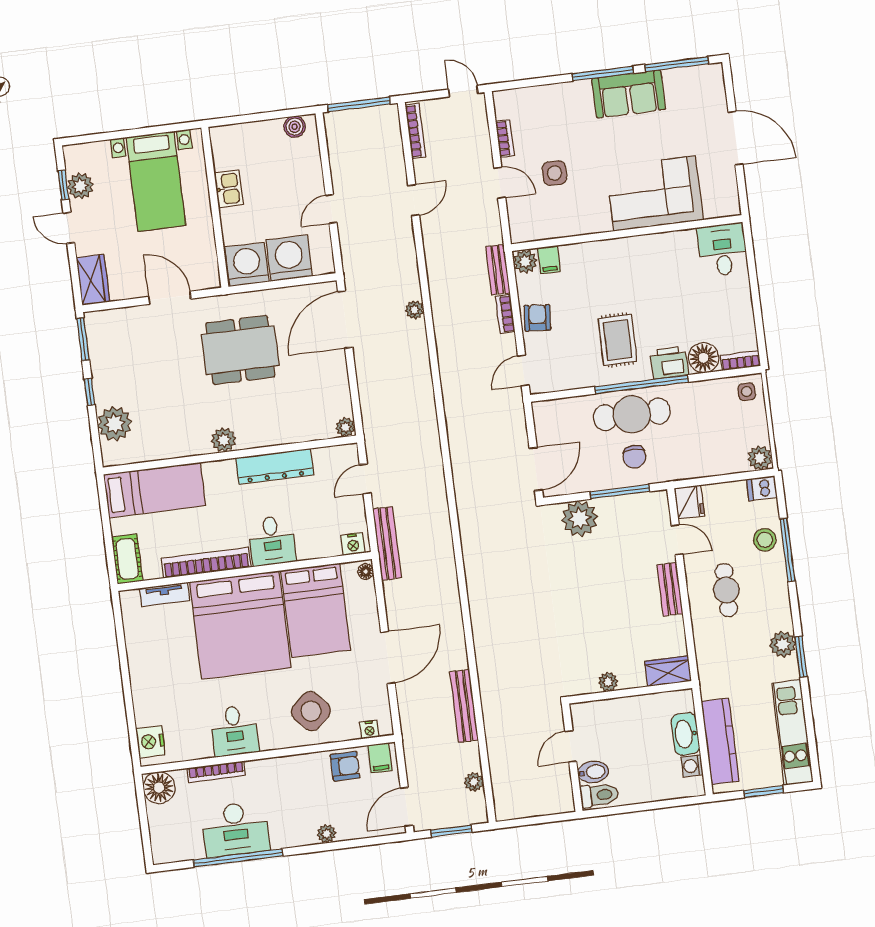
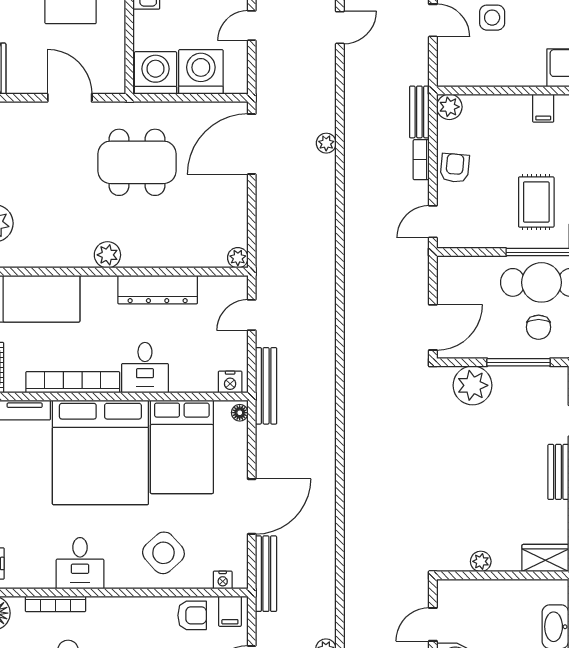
filing cabinet: (549, 260) -> (543, 108), moved
bench: (464, 706) -> (266, 574), moved

